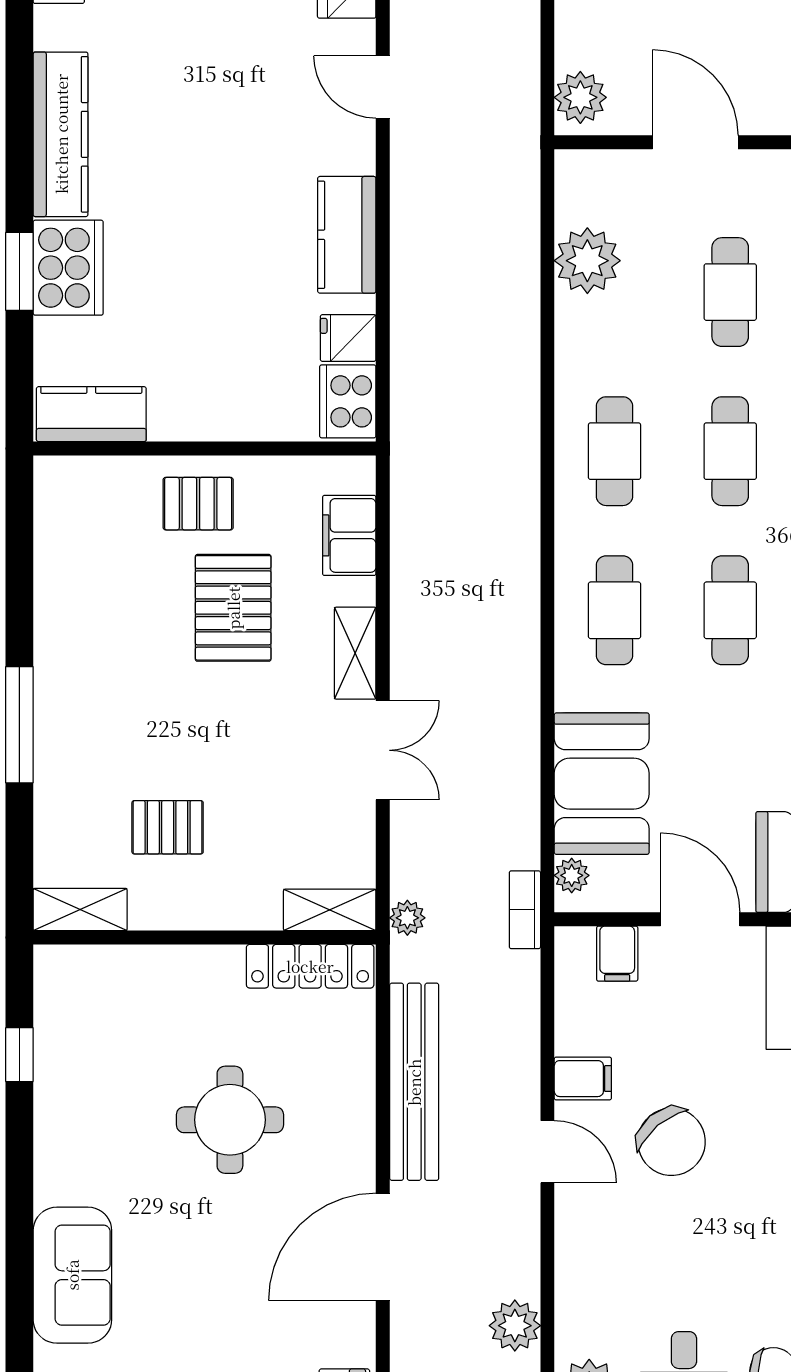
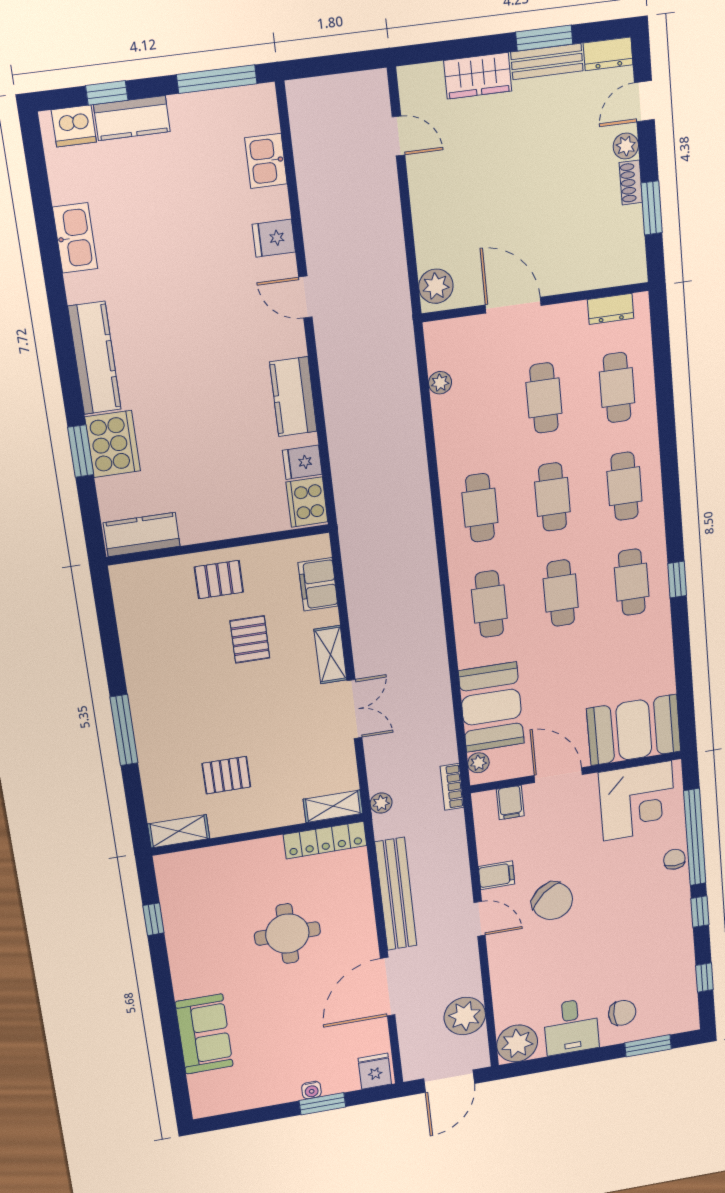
plant: (587, 261) -> (440, 383), width x0.53, depth x0.53
pallet: (233, 608) -> (250, 639), width x0.67, depth x0.71
plant: (515, 1326) -> (465, 1016), width x1.36, depth x1.36

